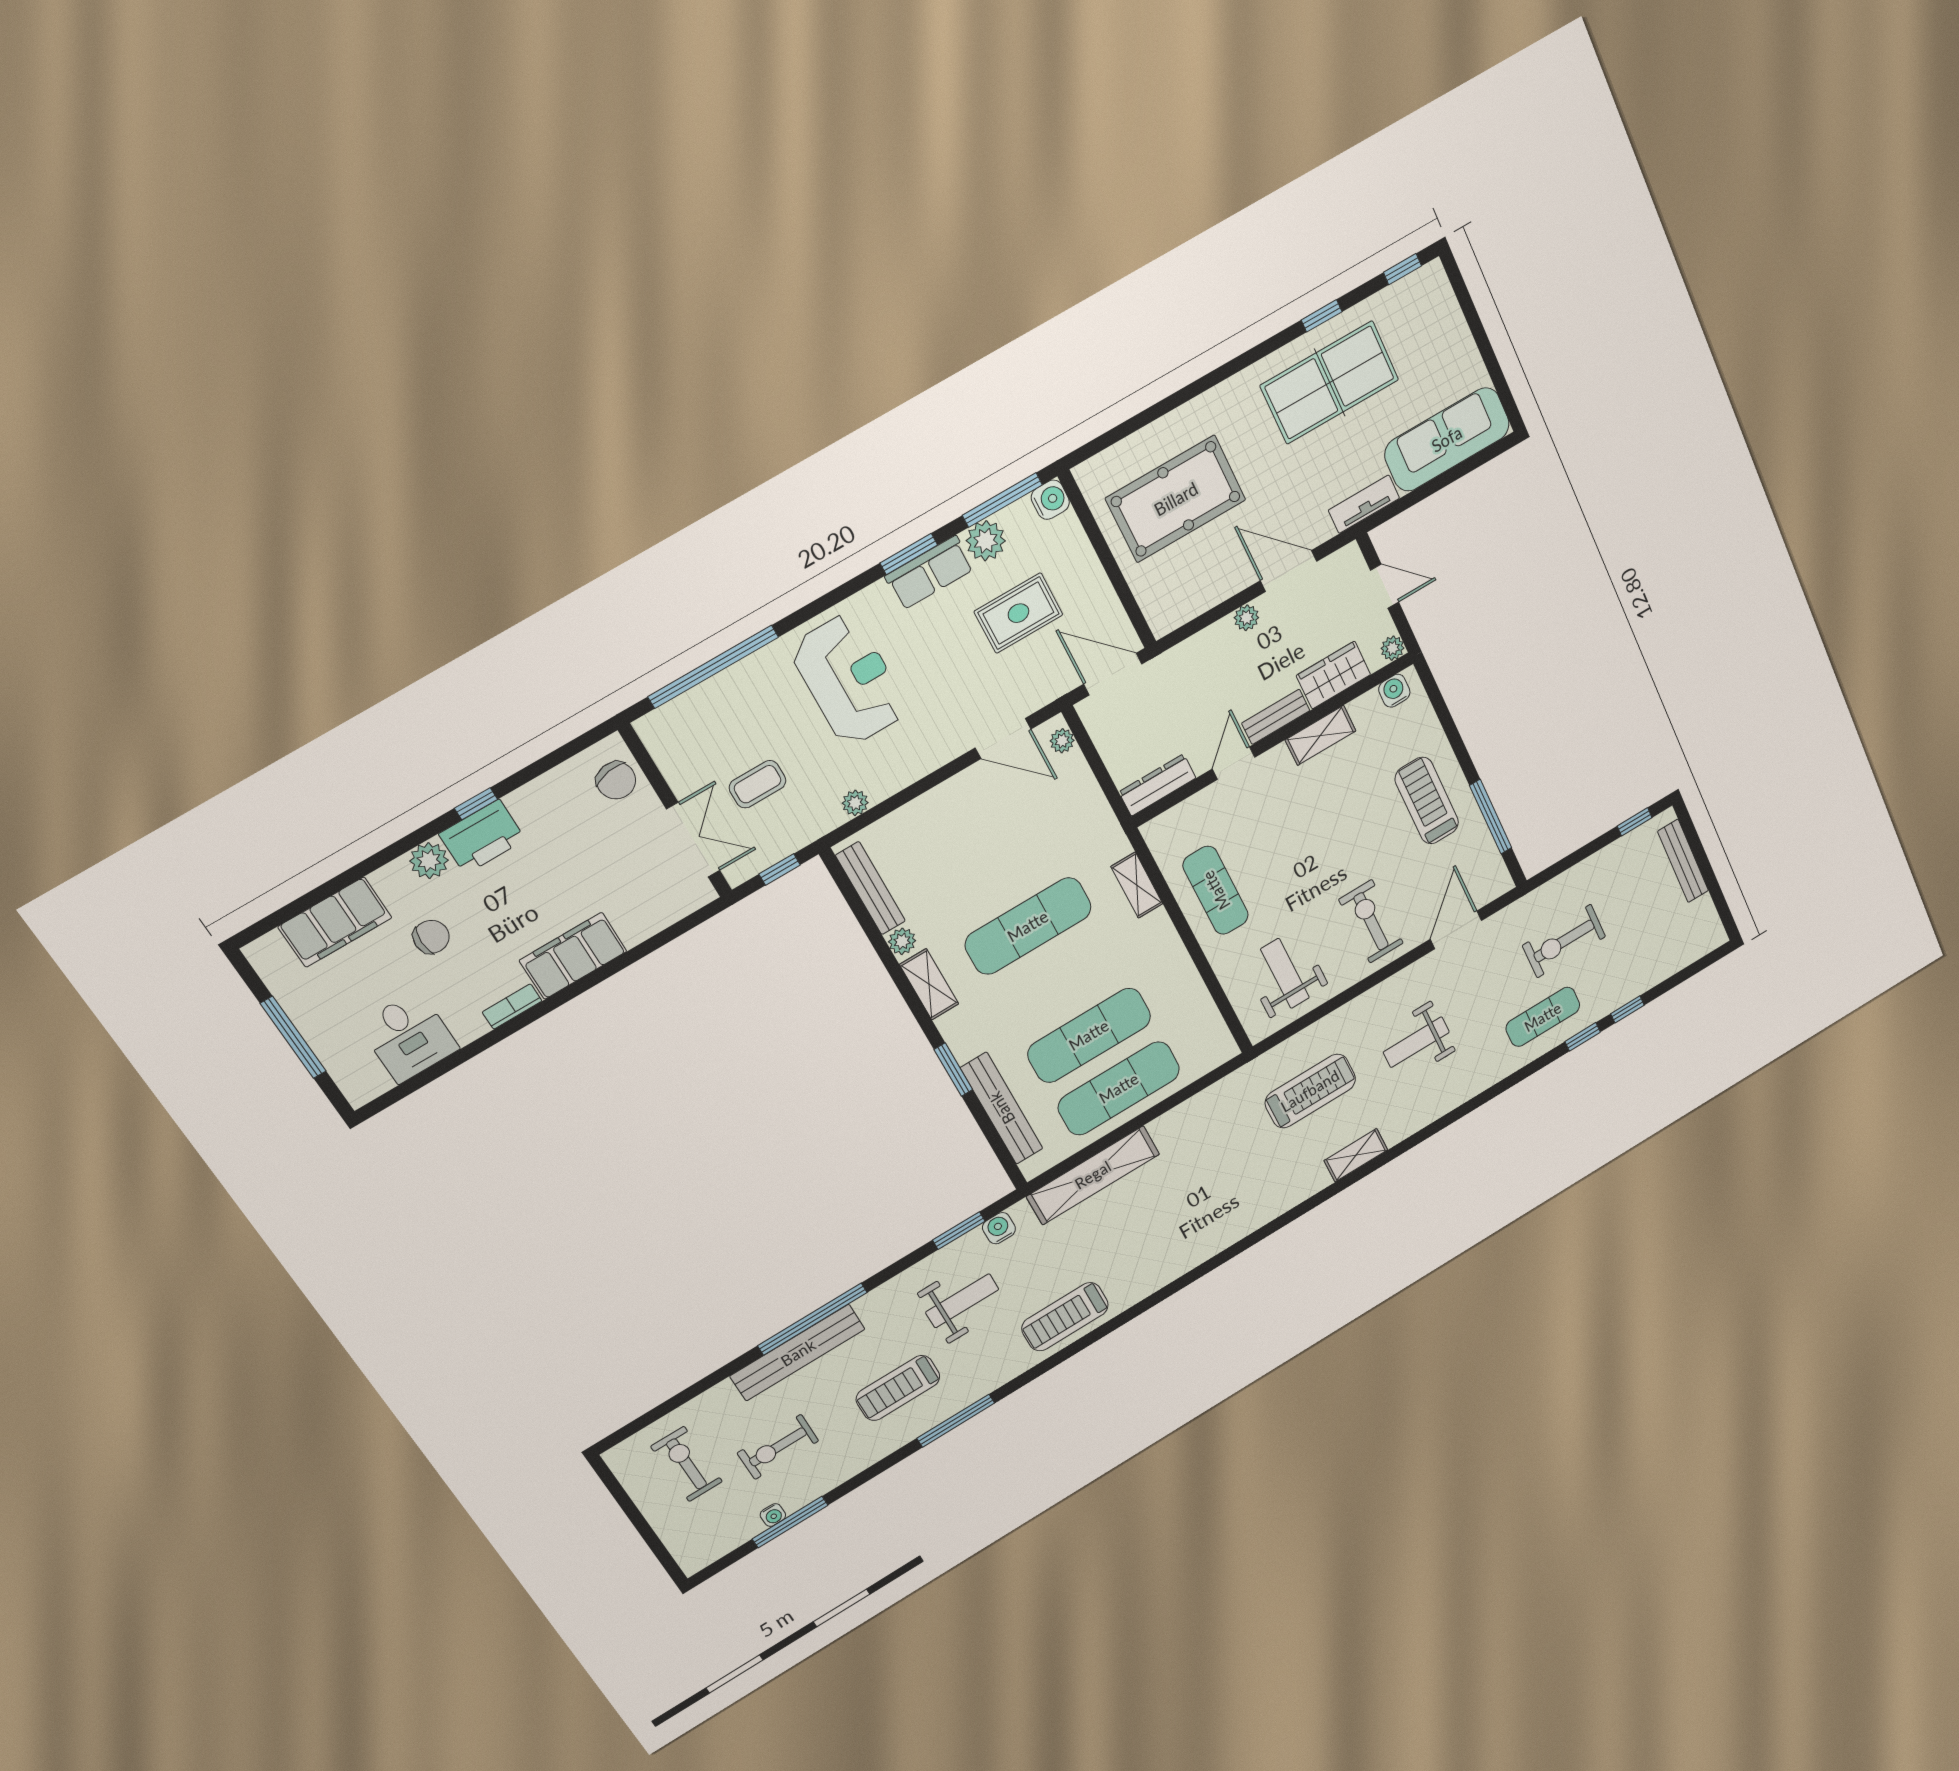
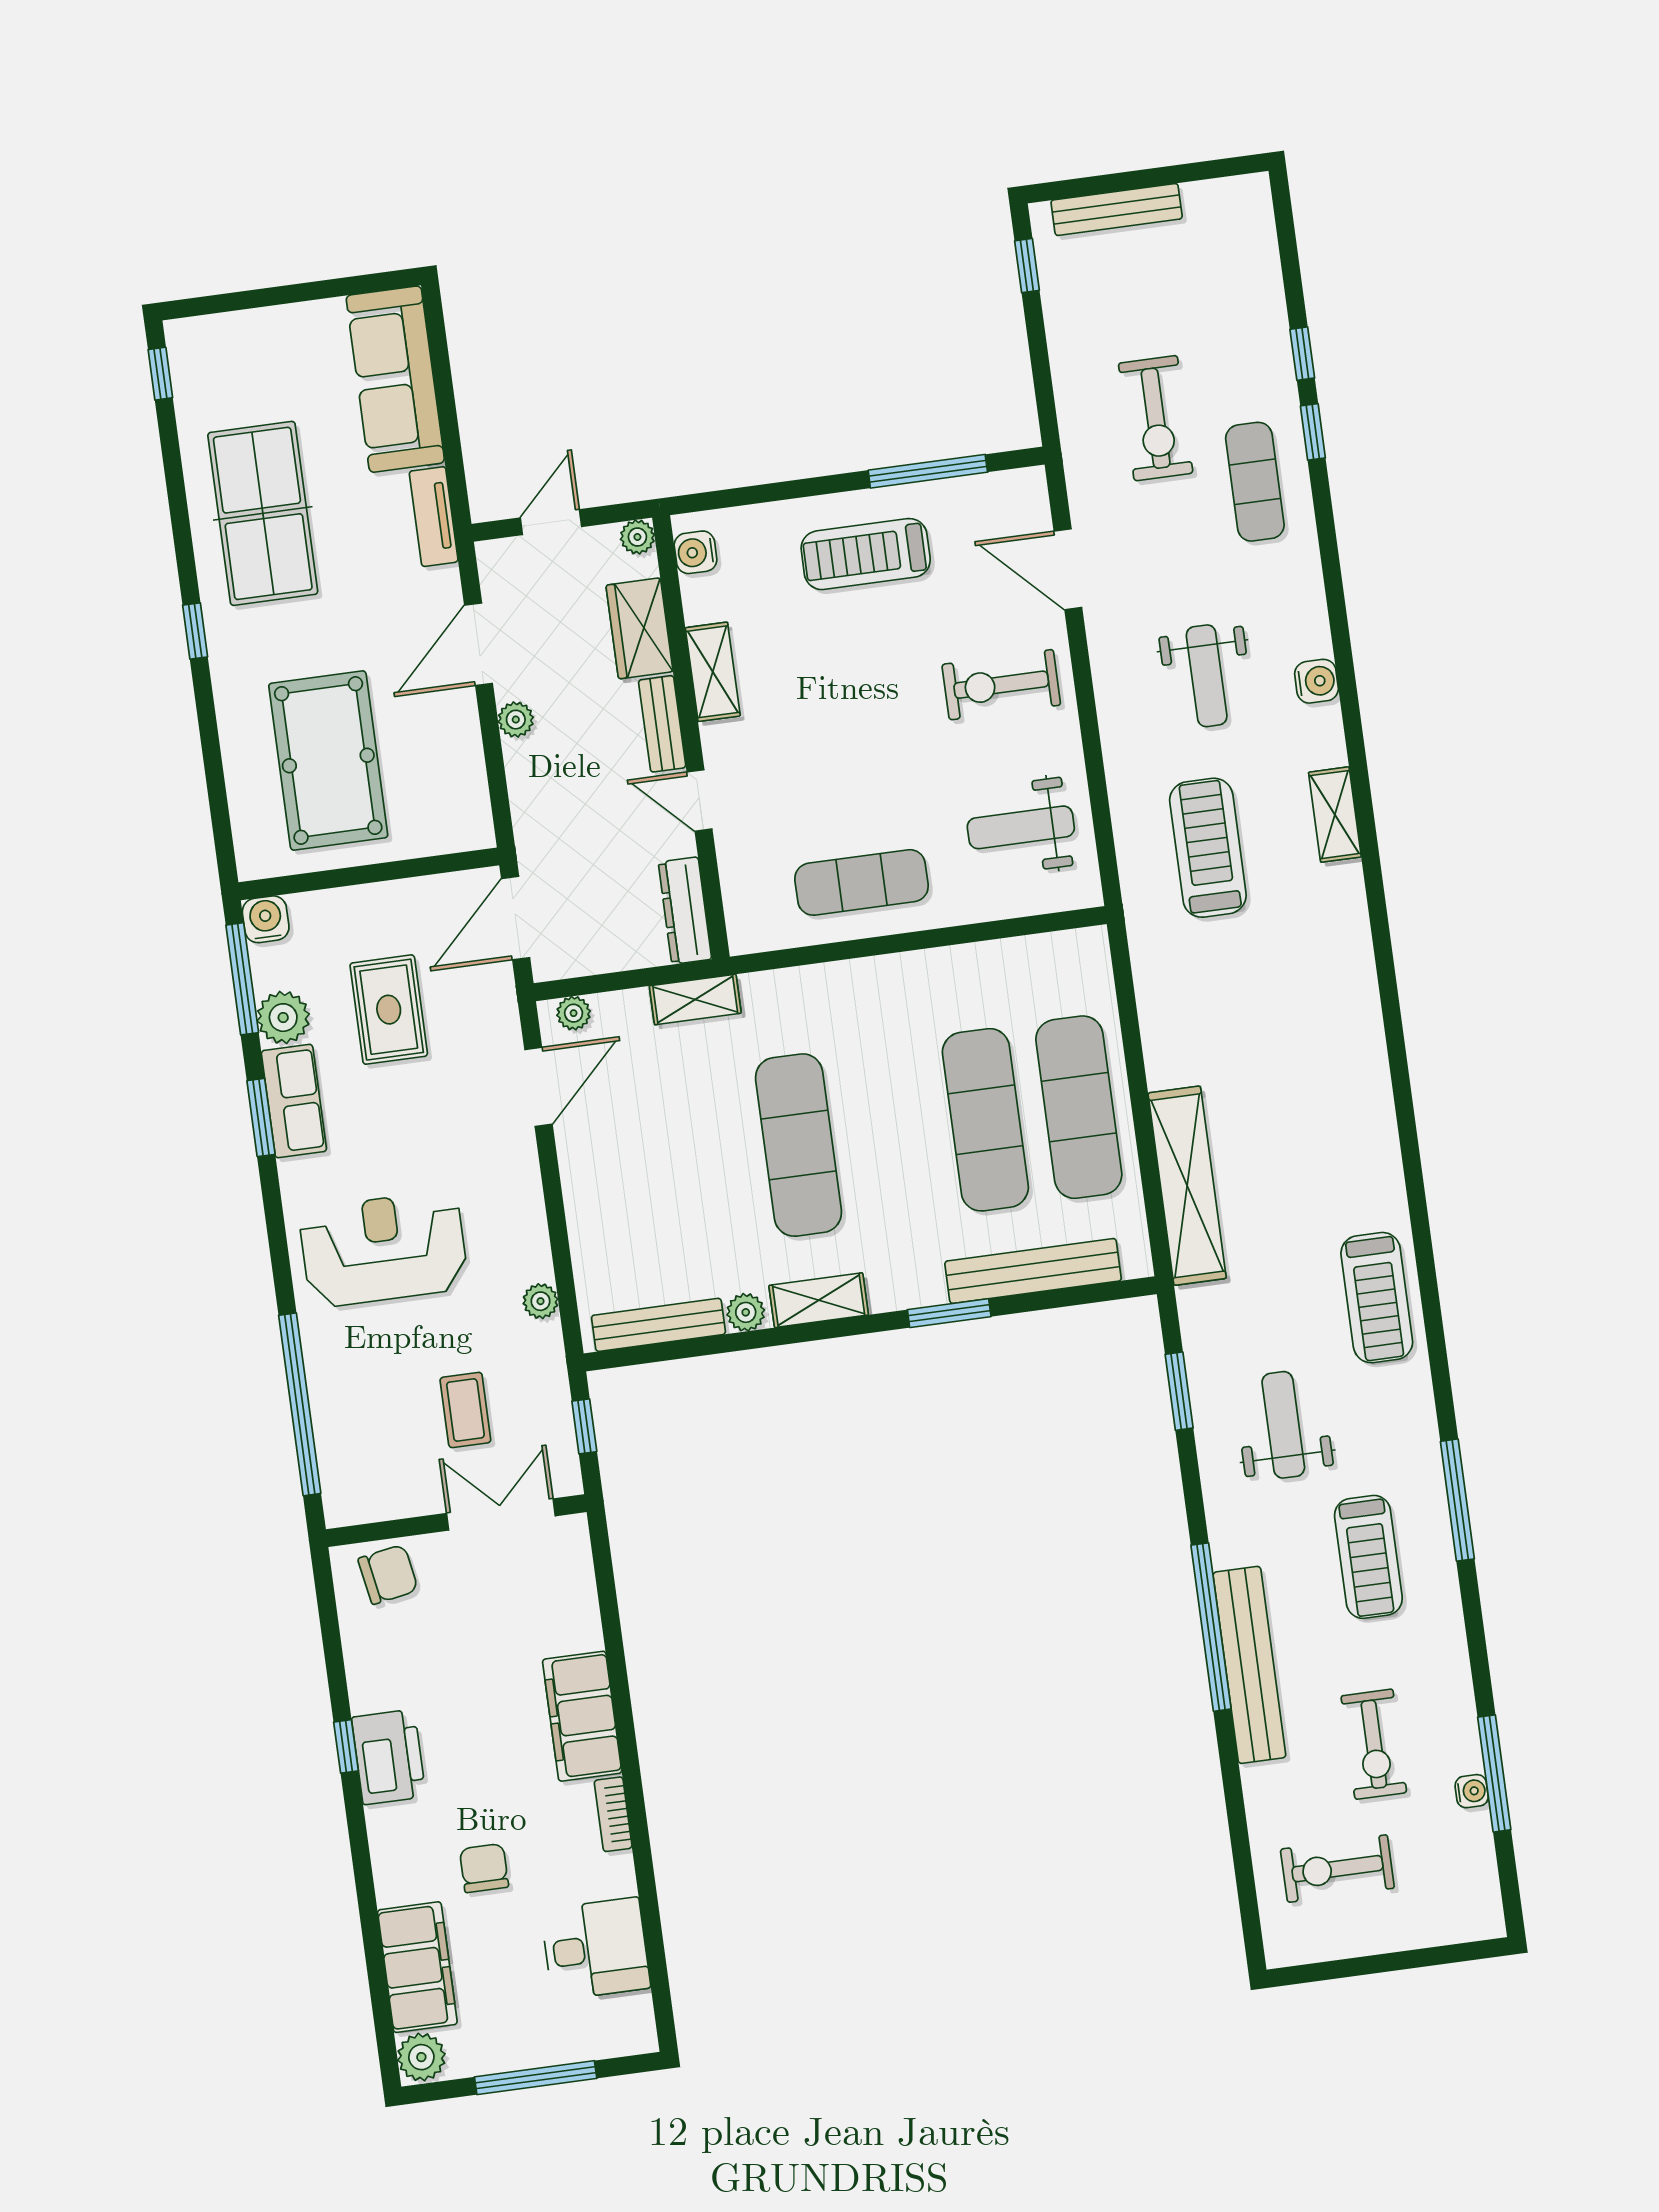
window: (1322, 316) -> (195, 631), moved
plant: (429, 861) -> (421, 2057), moved
shelving: (1137, 885) -> (695, 999), moved
water cooler: (999, 1228) -> (1316, 681), moved, turned 180

